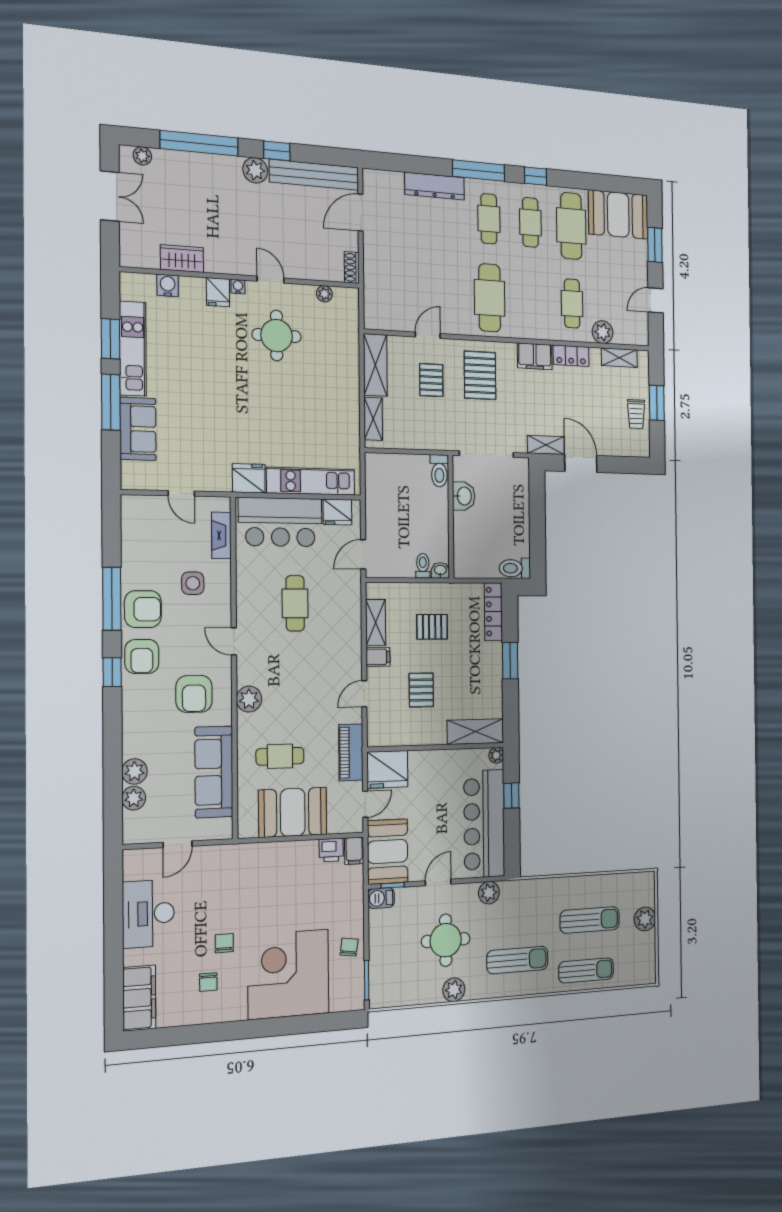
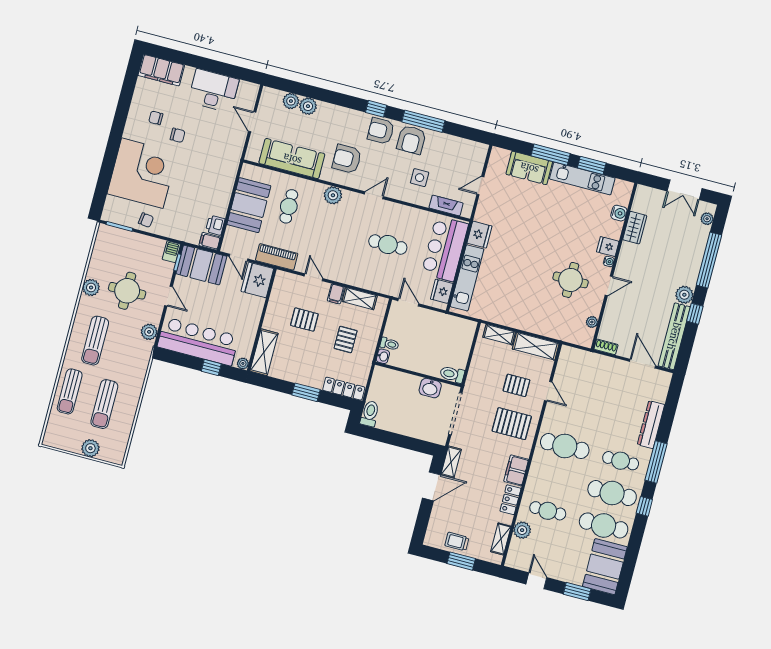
cafe table: (530, 222) -> (612, 493), width x1.37, depth x1.35

